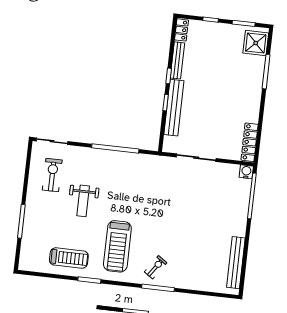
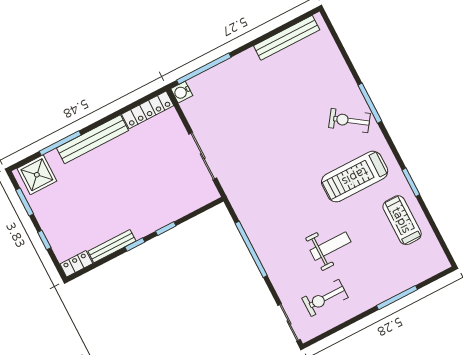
bench: (174, 108) -> (92, 139), moved
treadmill: (117, 246) -> (355, 177), turned 180
exercise bike: (156, 267) -> (349, 121), width x1.38, depth x1.39

